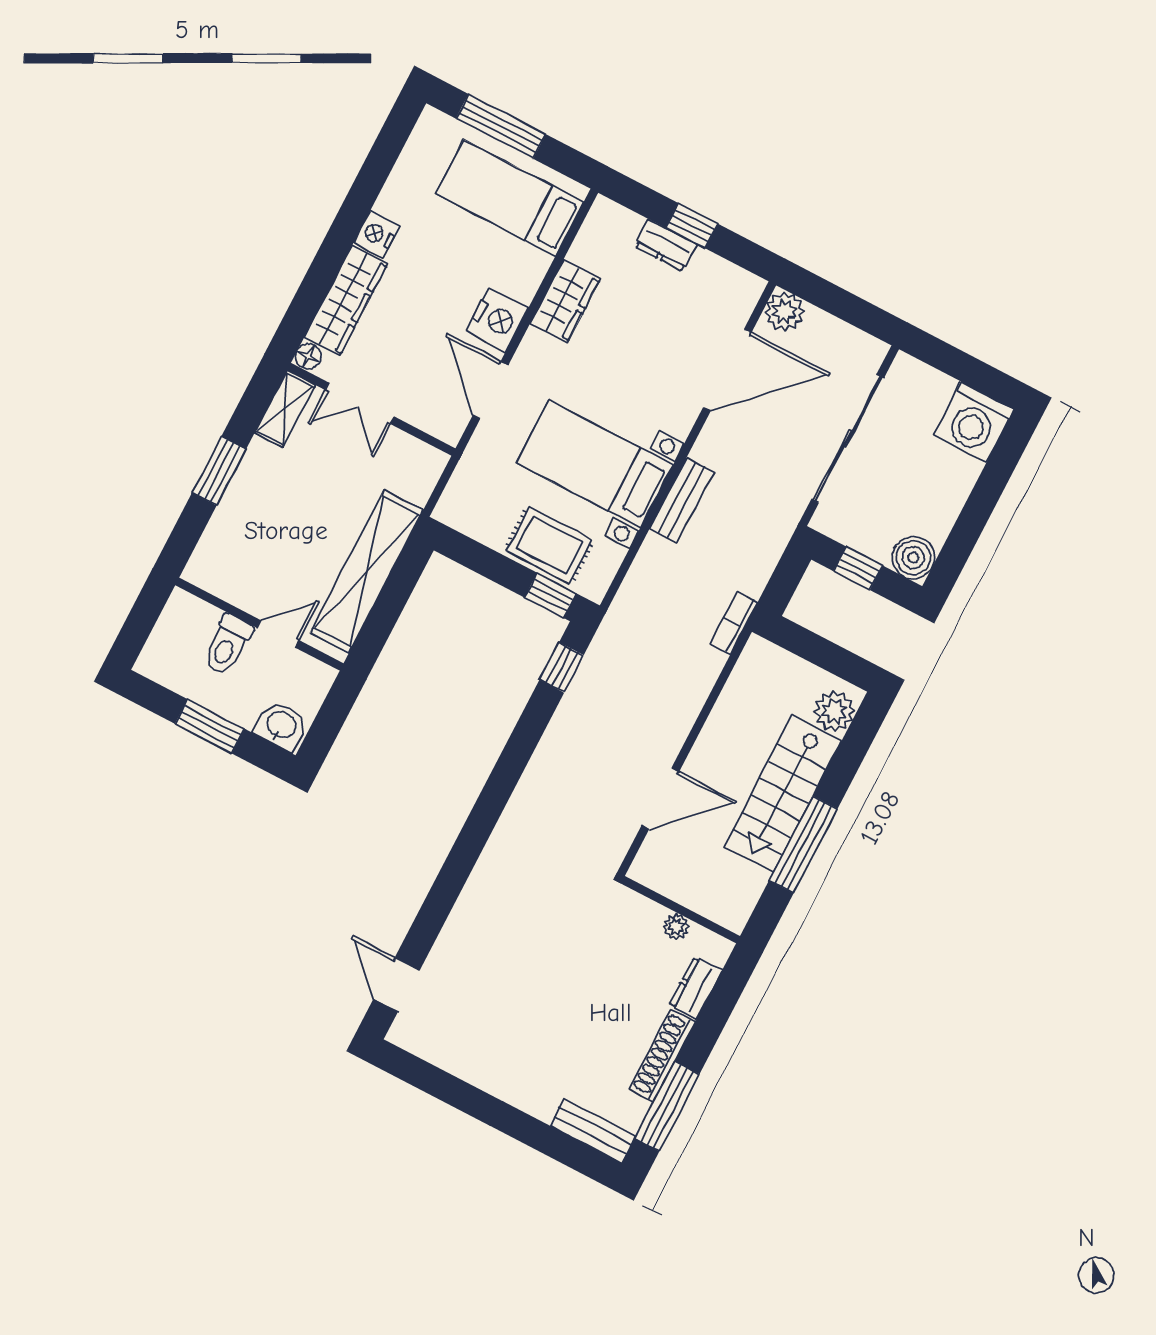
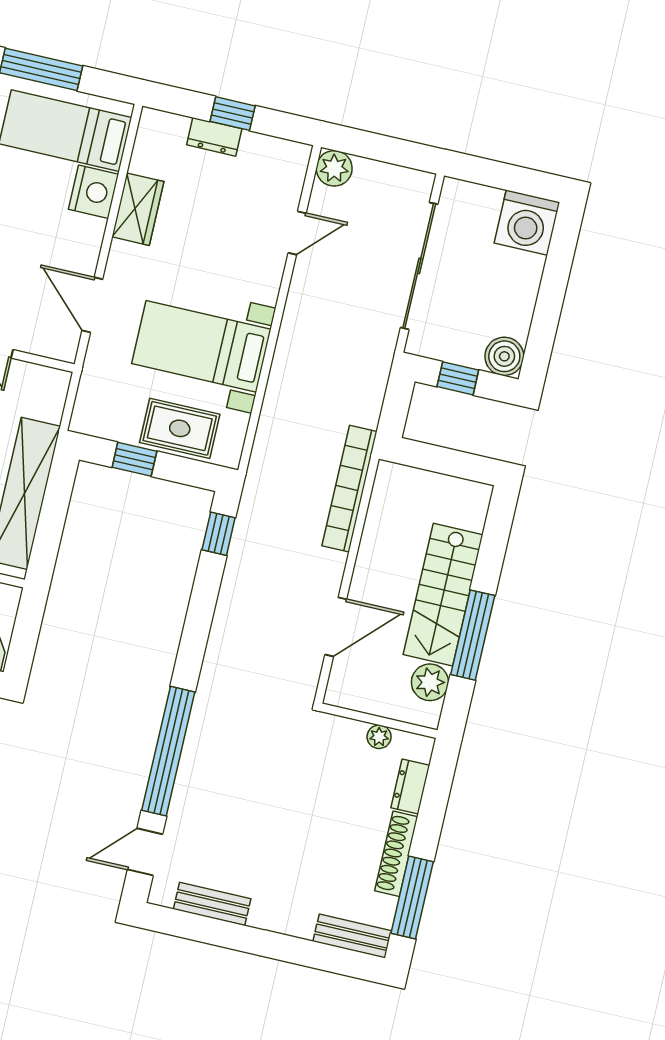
nightstand: (497, 320) -> (94, 192), moved
door: (727, 370) -> (297, 233), width x0.53
bench: (681, 500) -> (212, 904), moved, turned 90
window: (550, 595) -> (134, 459), moved
bookcase: (734, 623) -> (349, 489), width x2.31, depth x1.31
plant: (834, 711) -> (430, 682), moved
window: (449, 884) -> (168, 751), added
door: (396, 985) -> (145, 852), hinge flipped

